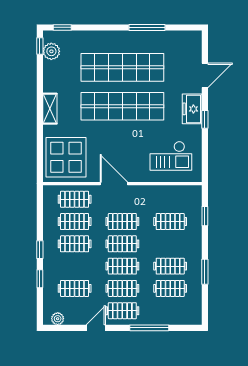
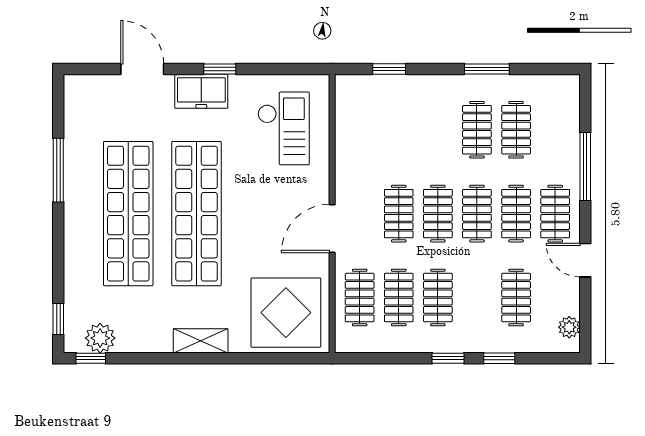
clothes rail: (170, 222) -> (399, 130), removed

